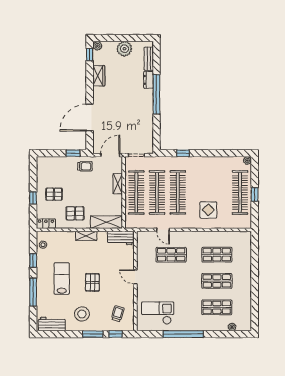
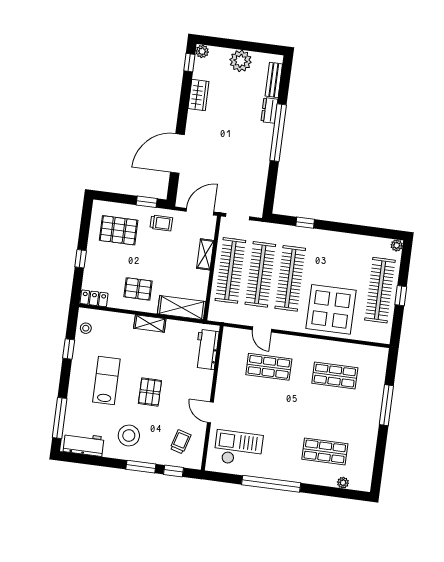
pallet: (54, 194) -> (119, 230), moved, width x1.50, depth x1.42
display table: (208, 210) -> (331, 309), width x1.86, depth x1.86
workbench: (121, 238) -> (207, 349), moved, turned 90
window: (255, 270) -> (386, 405), added
door: (135, 277) -> (210, 412), moved
shop shelf: (217, 281) -> (330, 414), removed
window: (33, 292) -> (60, 418), moved

